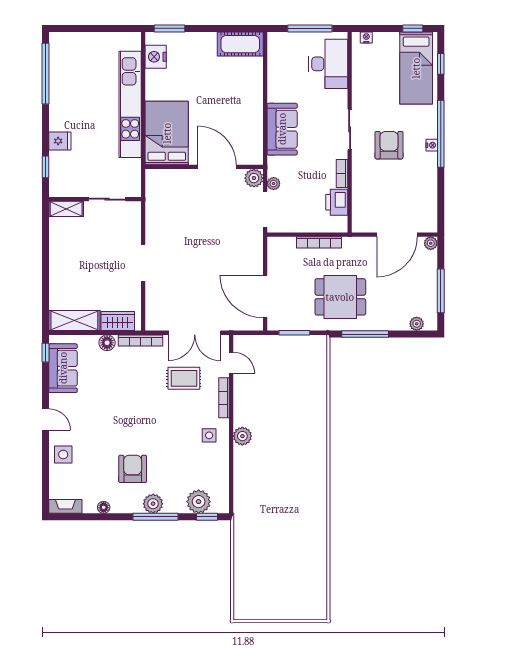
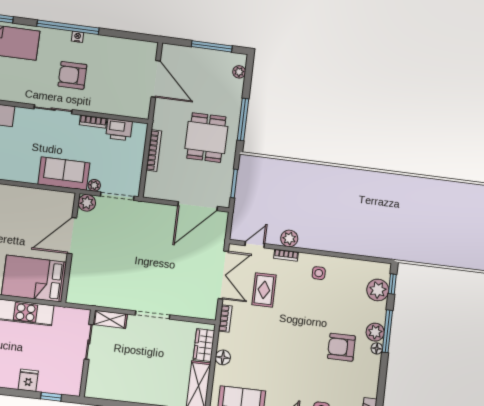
sofa: (282, 129) -> (64, 174), moved
shelving: (66, 209) -> (110, 319), moved, turned 90
plant: (431, 243) -> (167, 49), removed
bookcase: (140, 340) -> (225, 319), width x0.64
bookcase: (224, 398) -> (286, 255), width x0.64
plant: (242, 436) -> (289, 238), moved
floor lamp: (104, 507) -> (377, 348), moved

